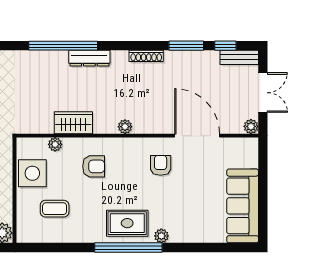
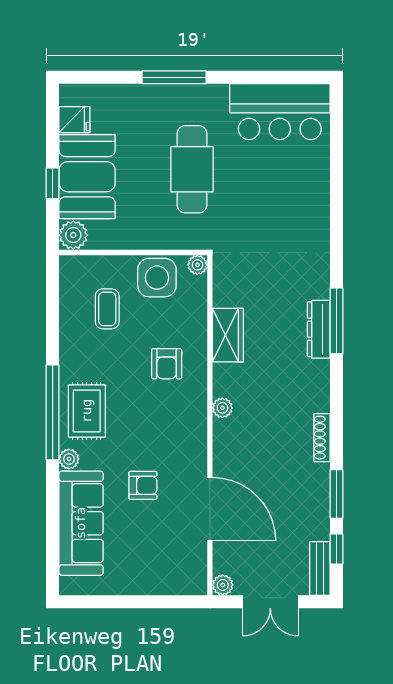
window: (63, 46) -> (336, 321), width x0.68
dresser: (89, 58) -> (319, 329), moved
door: (197, 136) -> (210, 509), hinge flipped
plant: (55, 144) -> (197, 265), moved
armchair: (161, 165) -> (143, 485), moved
sofa: (243, 206) -> (81, 523), moved, turned 90

